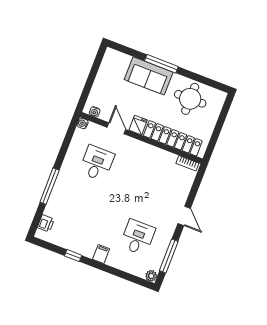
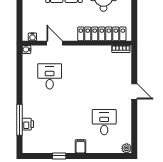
fridge: (138, 125) -> (71, 34), removed
window: (50, 186) -> (20, 120), moved
printer: (46, 223) -> (28, 124), moved
window: (169, 256) -> (134, 127), removed

